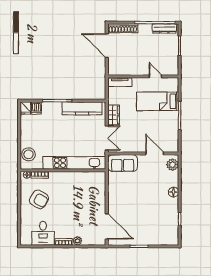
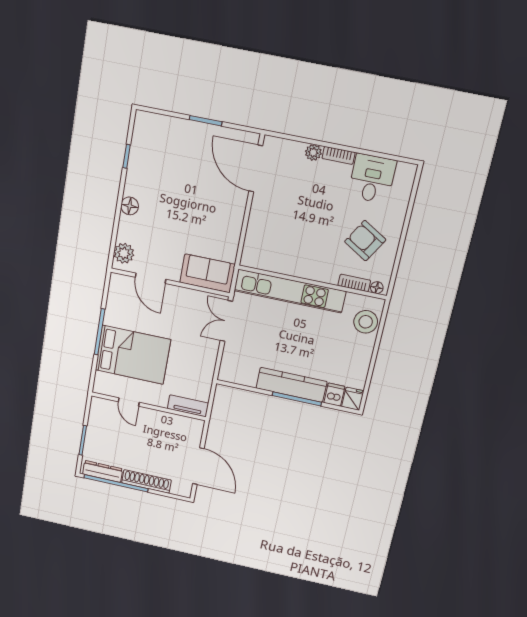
shoe rack: (123, 28) -> (146, 481), moved
bed: (158, 101) -> (133, 355), width x1.50
kitchen counter: (82, 108) -> (291, 385), moved
wardrobe: (114, 115) -> (208, 356), removed

